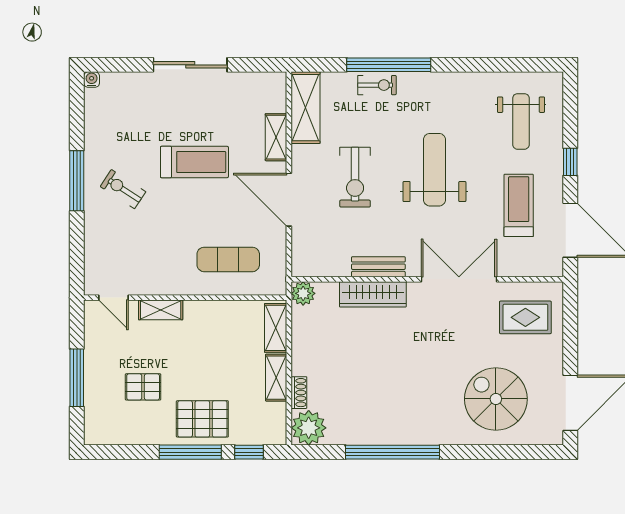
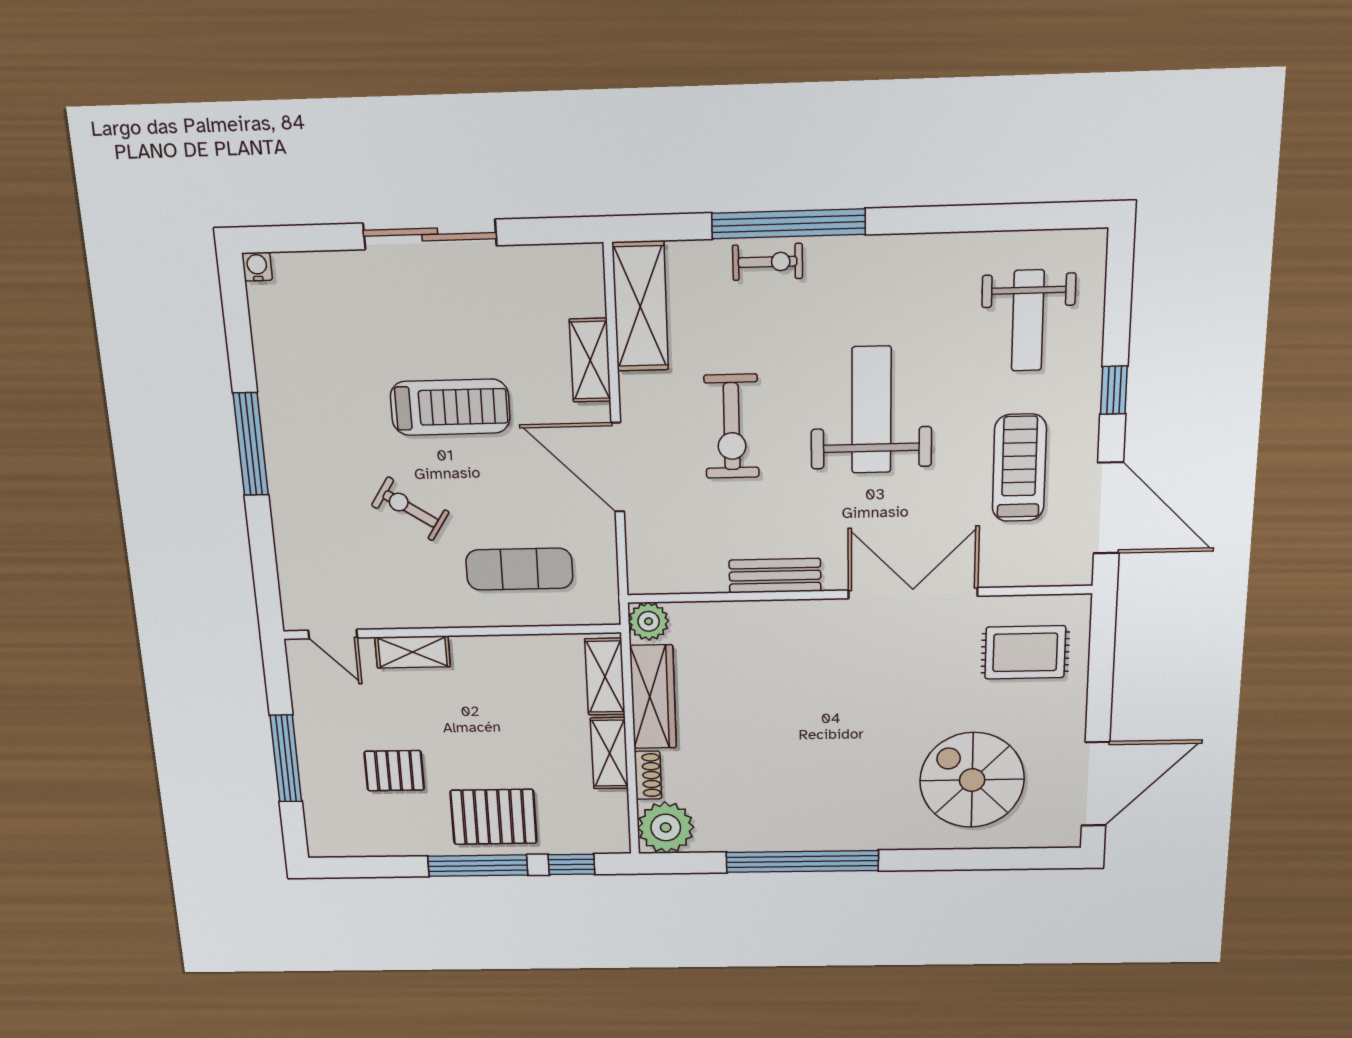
exercise bike: (123, 189) -> (410, 509), moved
wardrobe: (373, 294) -> (653, 697), moved, turned -90

